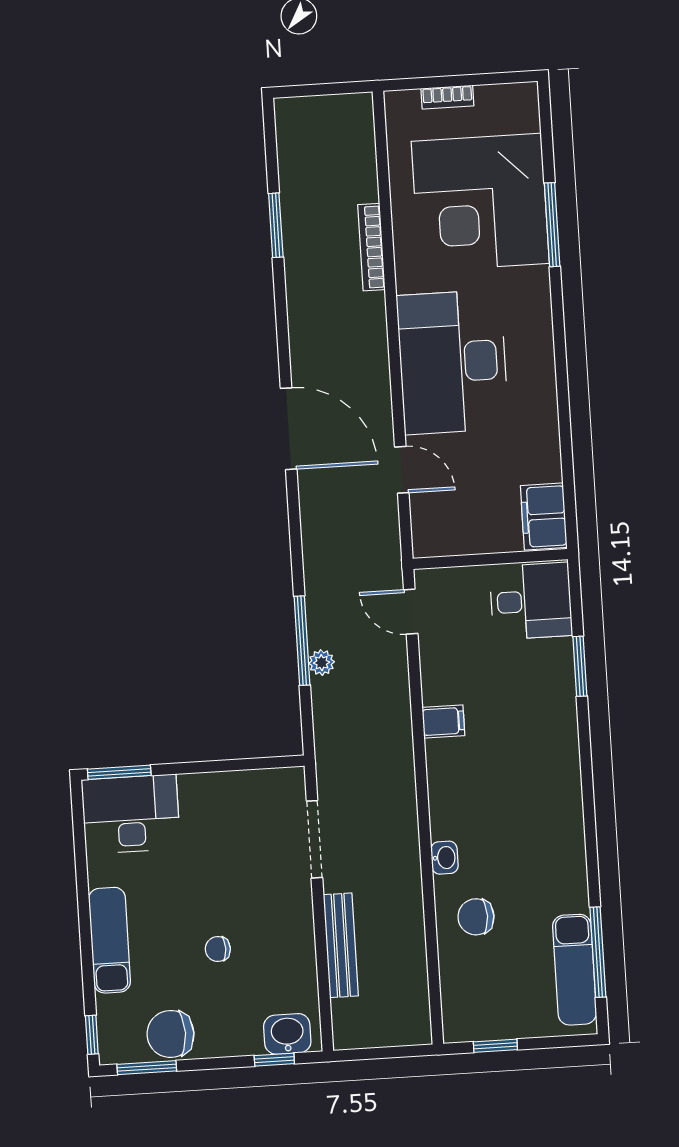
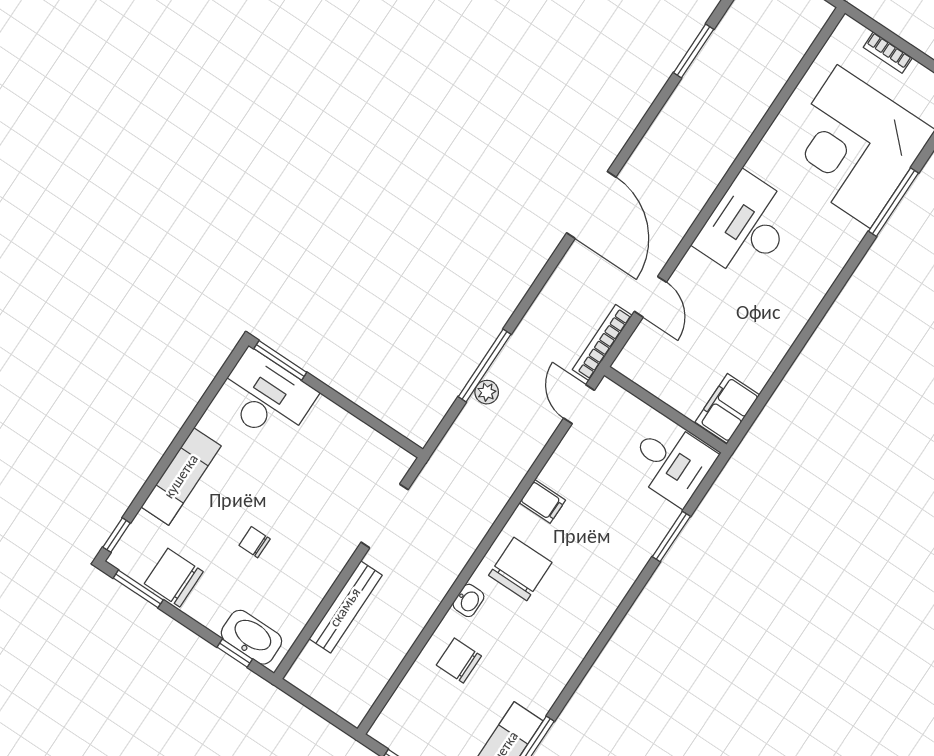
bookcase: (371, 247) -> (602, 343), moved
desk: (453, 362) -> (746, 227), width x0.73, depth x0.77
chair: (469, 795) -> (520, 569), added
washbasin: (287, 1034) -> (251, 637), width x1.38

